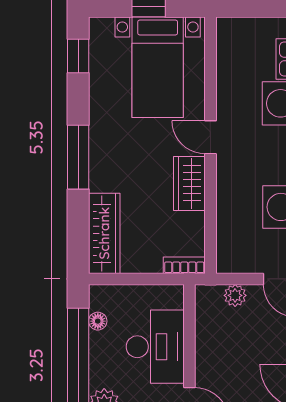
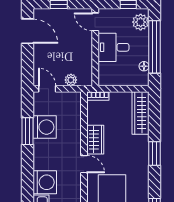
window: (78, 157) -> (154, 154), width x0.69
desk: (155, 347) -> (113, 47), width x0.73

